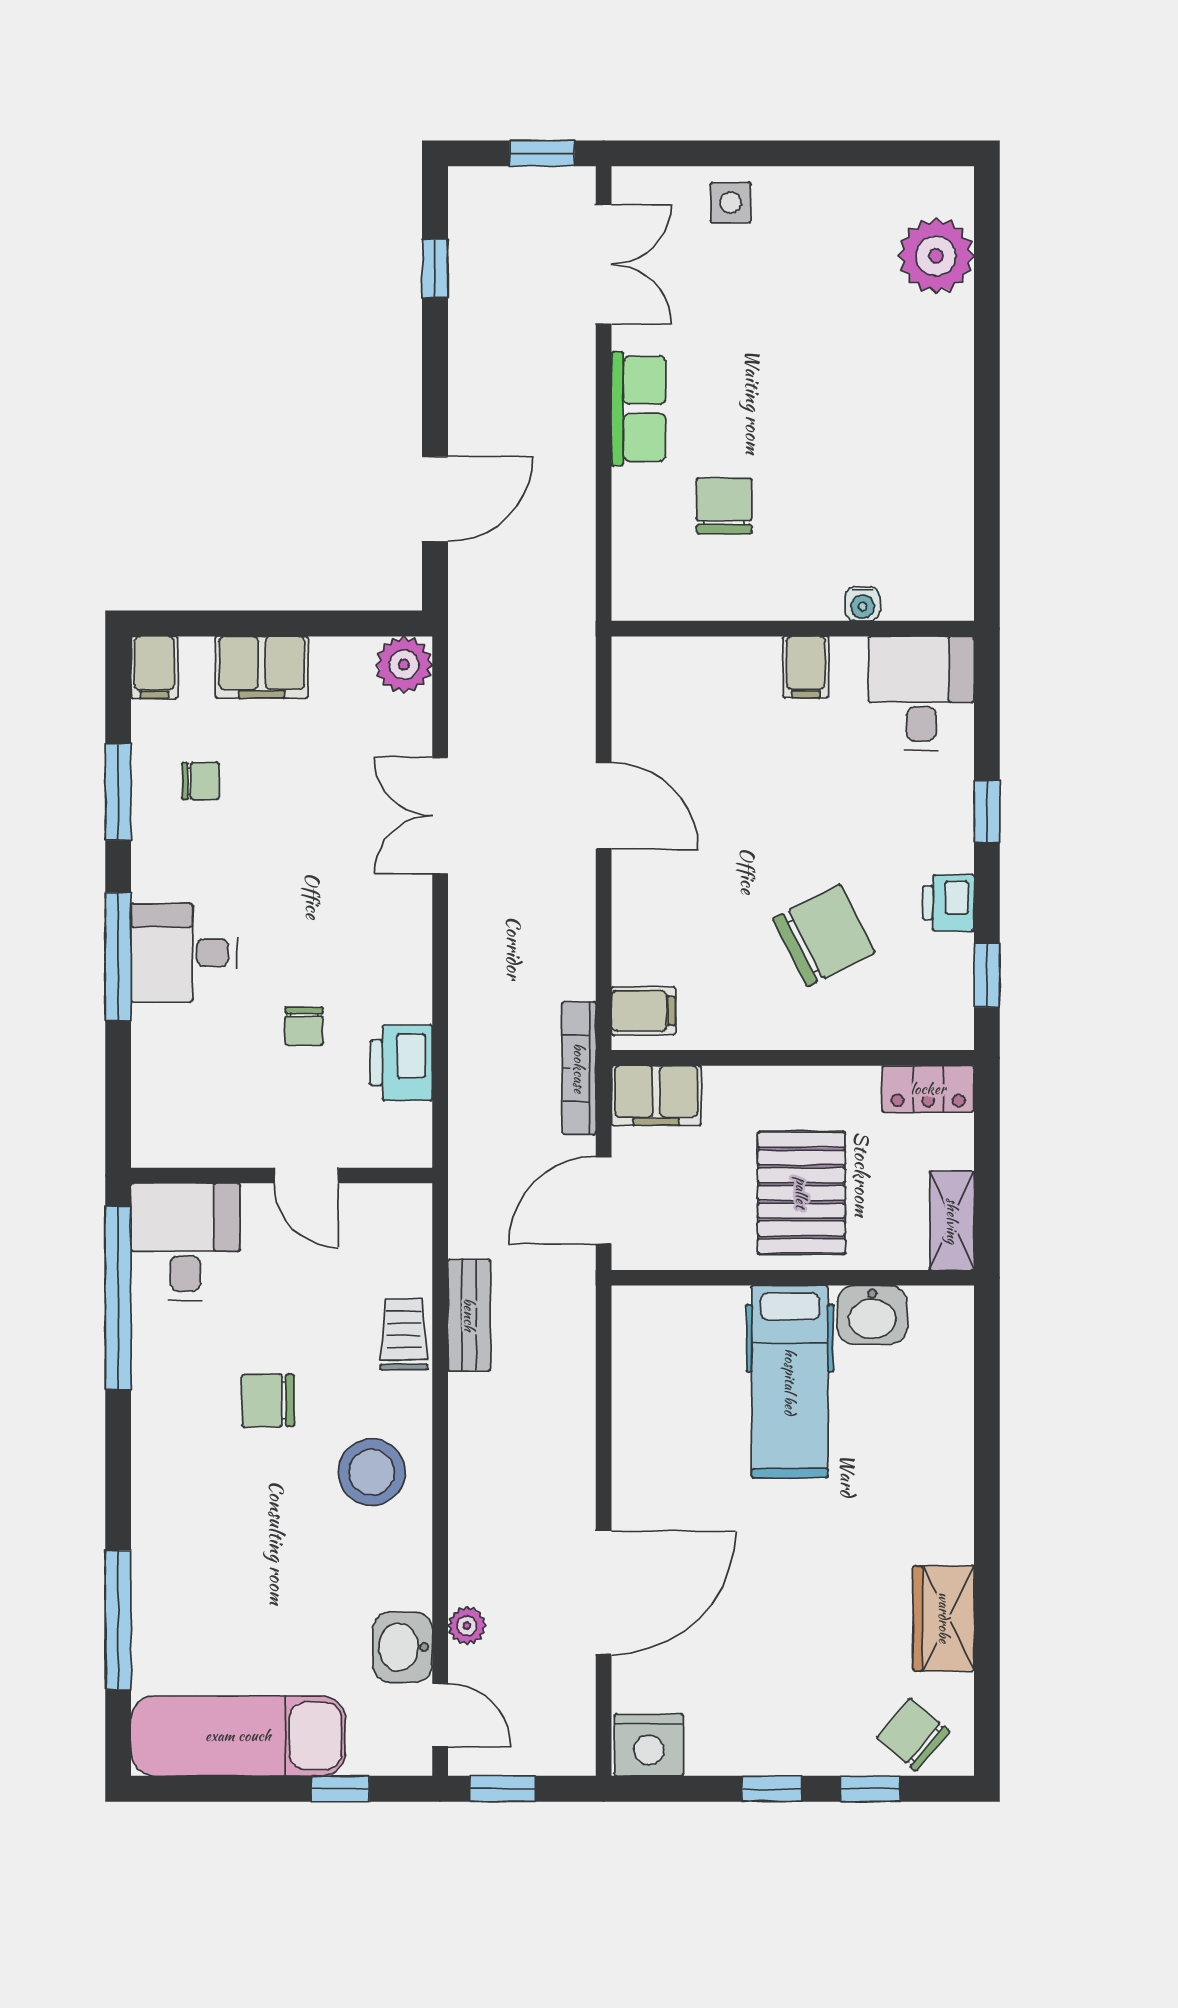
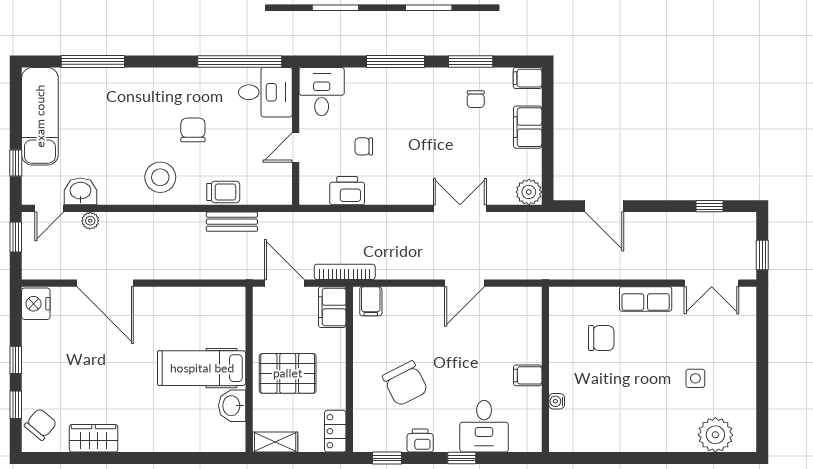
side table: (730, 203) -> (695, 378), moved
desk: (921, 693) -> (484, 426), moved, turned 90
desk: (184, 953) -> (322, 92), moved

